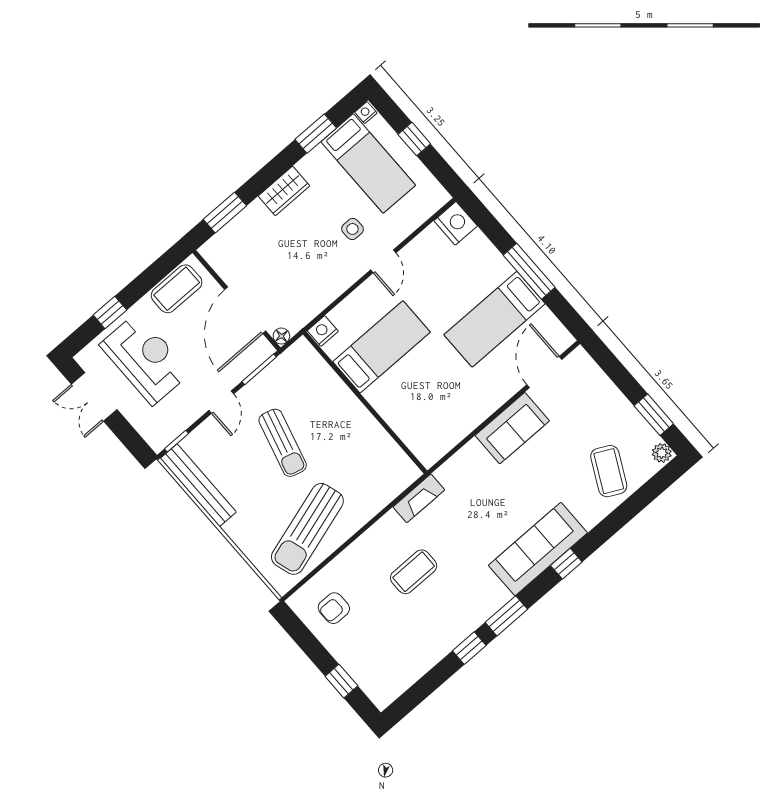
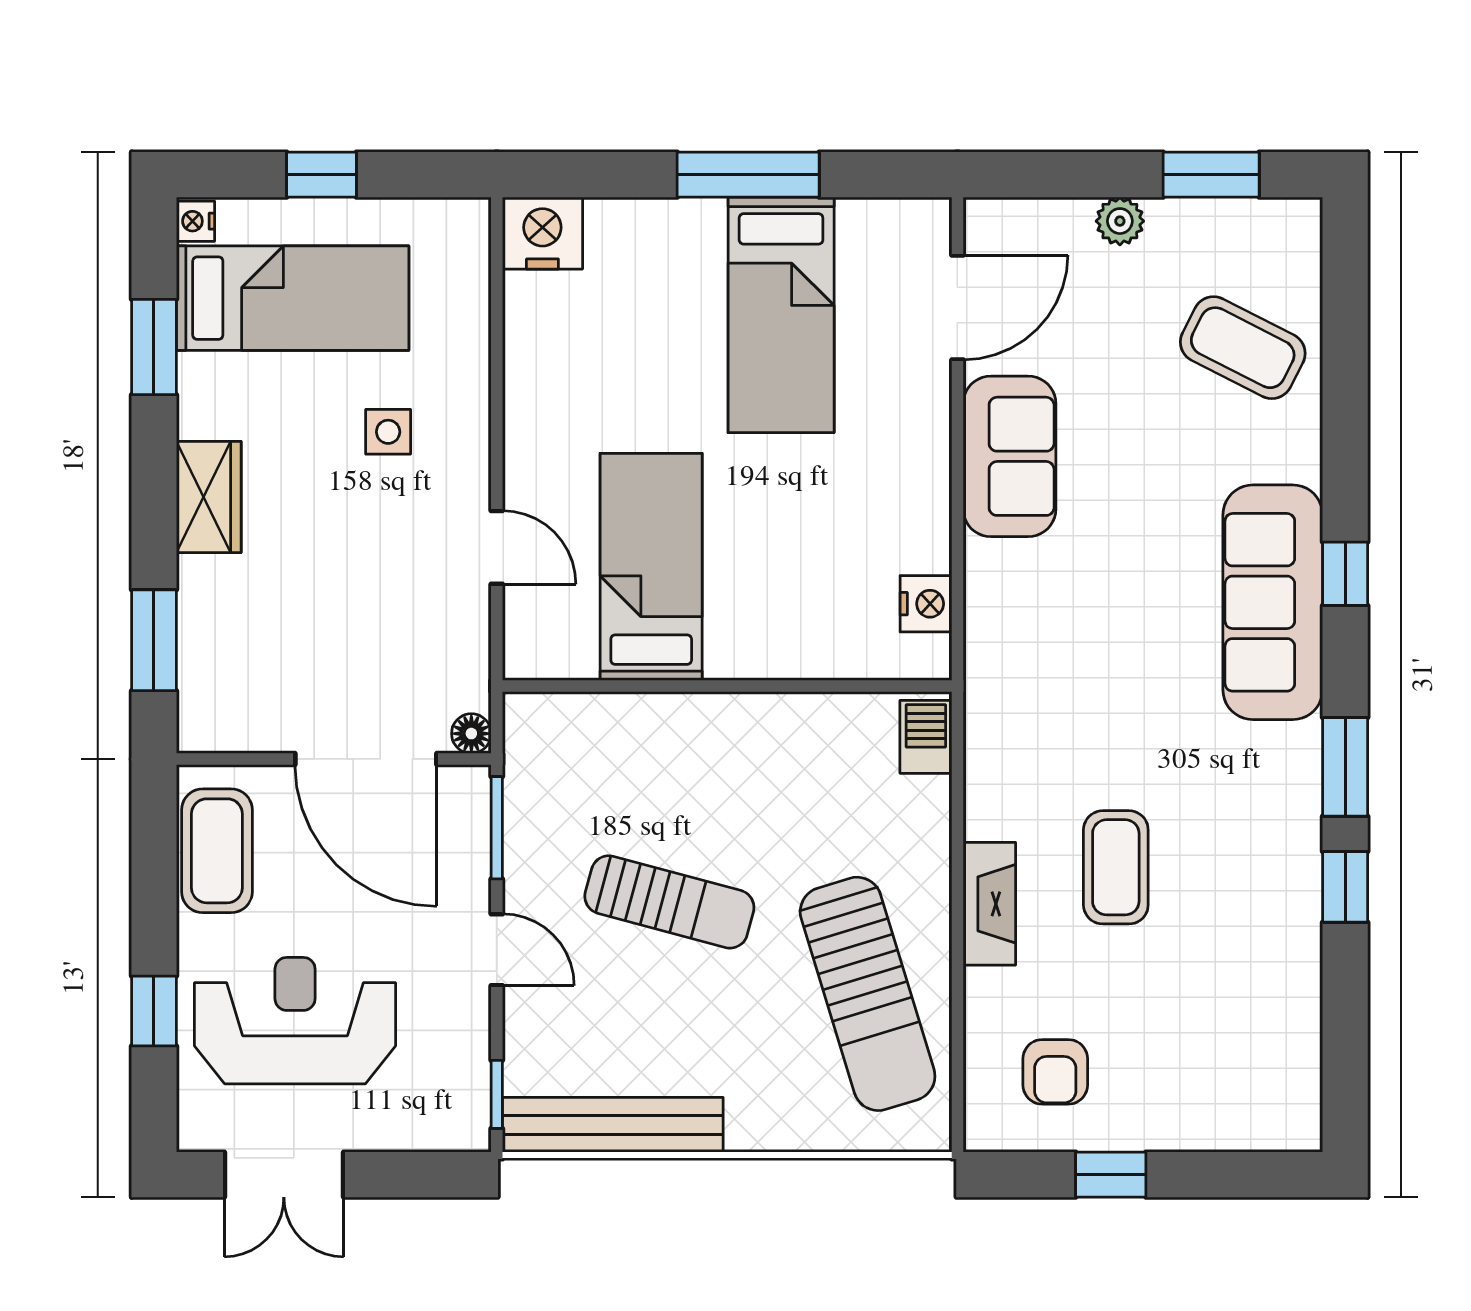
door: (383, 261) -> (497, 547), moved
nightstand: (323, 331) -> (926, 604), moved, turned 180
door: (544, 372) -> (957, 307), swing flipped
plant: (662, 453) -> (1120, 221), moved
barbecue: (403, 478) -> (926, 737), added
fireplace: (419, 498) -> (989, 904), moved
window: (341, 681) -> (1111, 1175), moved

